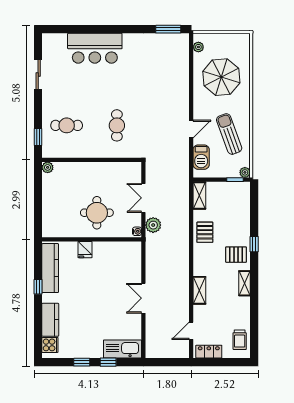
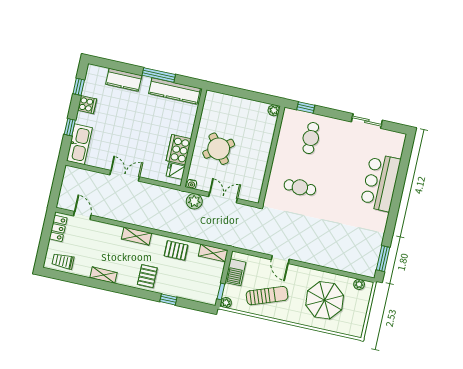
barbecue: (201, 157) -> (235, 272), moved, turned -90
round table: (97, 213) -> (219, 149), turned -37
window: (254, 244) -> (168, 299), moved
fridge: (85, 250) -> (176, 171), moved
cooker: (106, 251) -> (179, 150), added
shelving: (244, 283) -> (103, 275), moved
window: (38, 287) -> (159, 75), width x2.17
shelving: (199, 290) -> (137, 236), moved
cooker: (50, 345) -> (87, 105), moved, turned -90
window: (82, 362) -> (79, 87), moved

